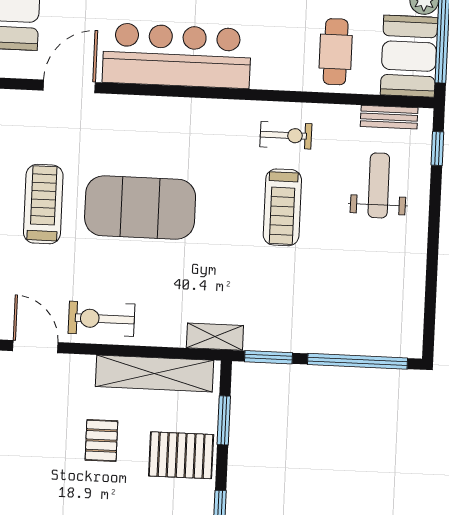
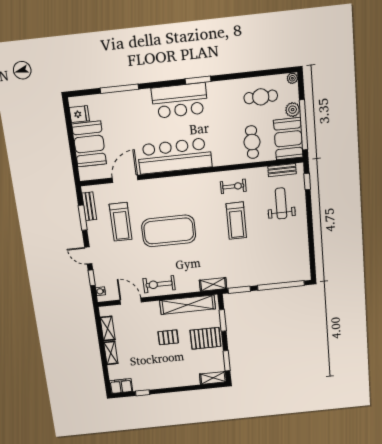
treadmill: (43, 204) -> (121, 222), moved, turned 180
pallet: (101, 440) -> (168, 337), turned 90

